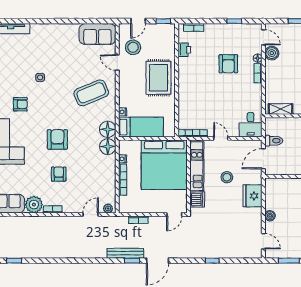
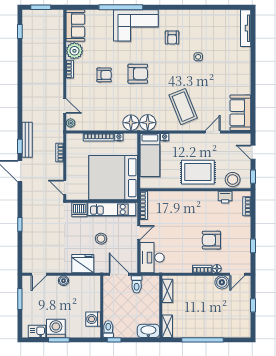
stool: (133, 47) -> (233, 180), moved
desk: (251, 125) -> (152, 258), width x1.37

